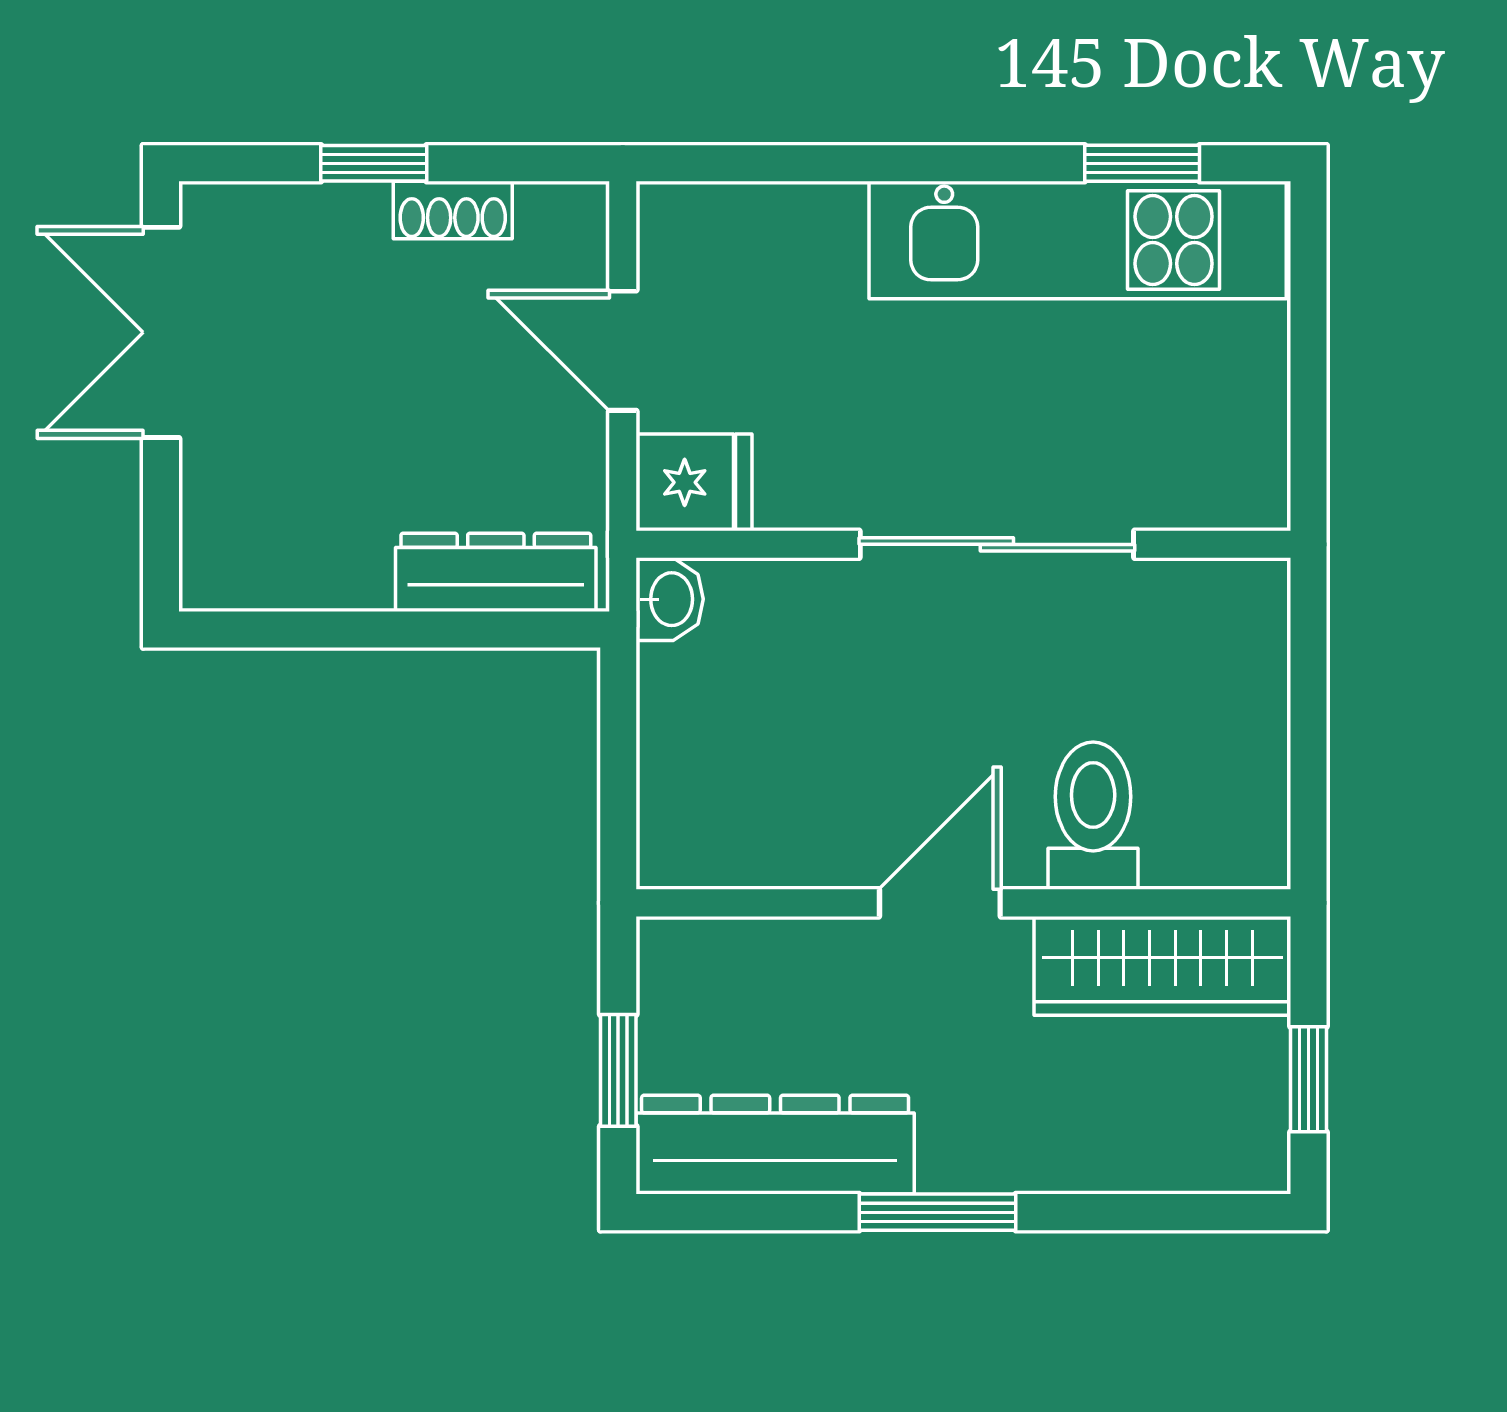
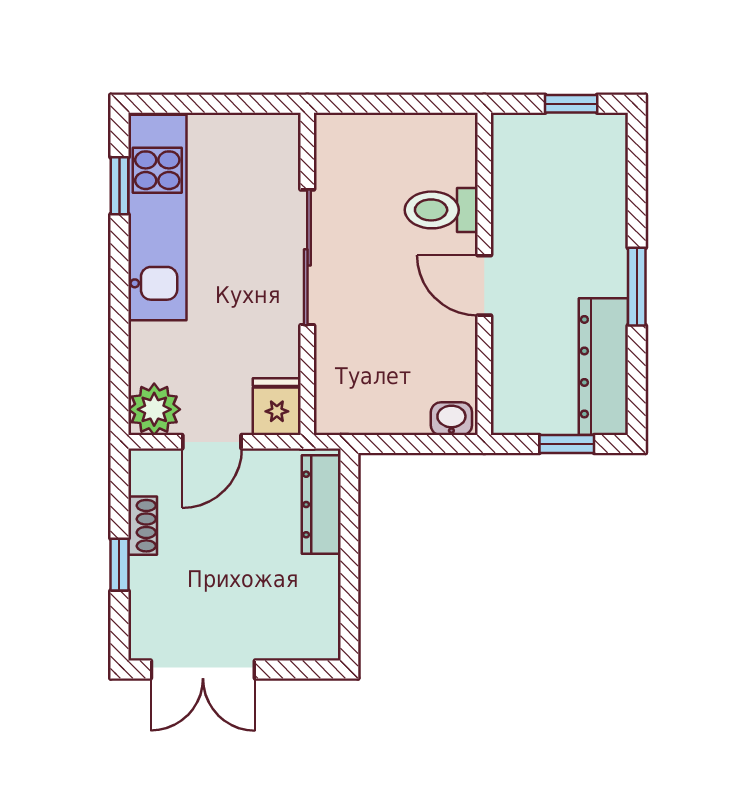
plant: (689, 234) -> (154, 409), added
washbasin: (670, 599) -> (451, 419), moved
wardrobe: (1162, 966) -> (515, 176), removed

